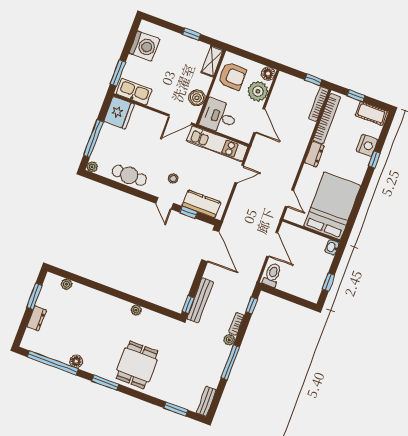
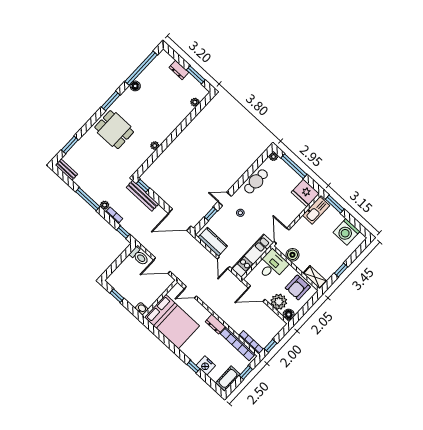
kitchen counter: (201, 204) -> (213, 242), moved, turned -90

